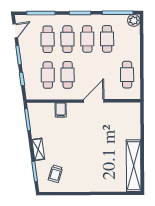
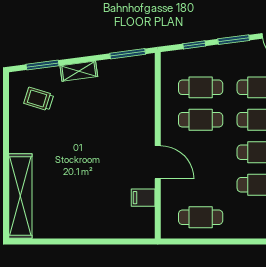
filing cabinet: (61, 110) -> (143, 198), moved
shelving: (134, 166) -> (20, 196), moved, turned 90

